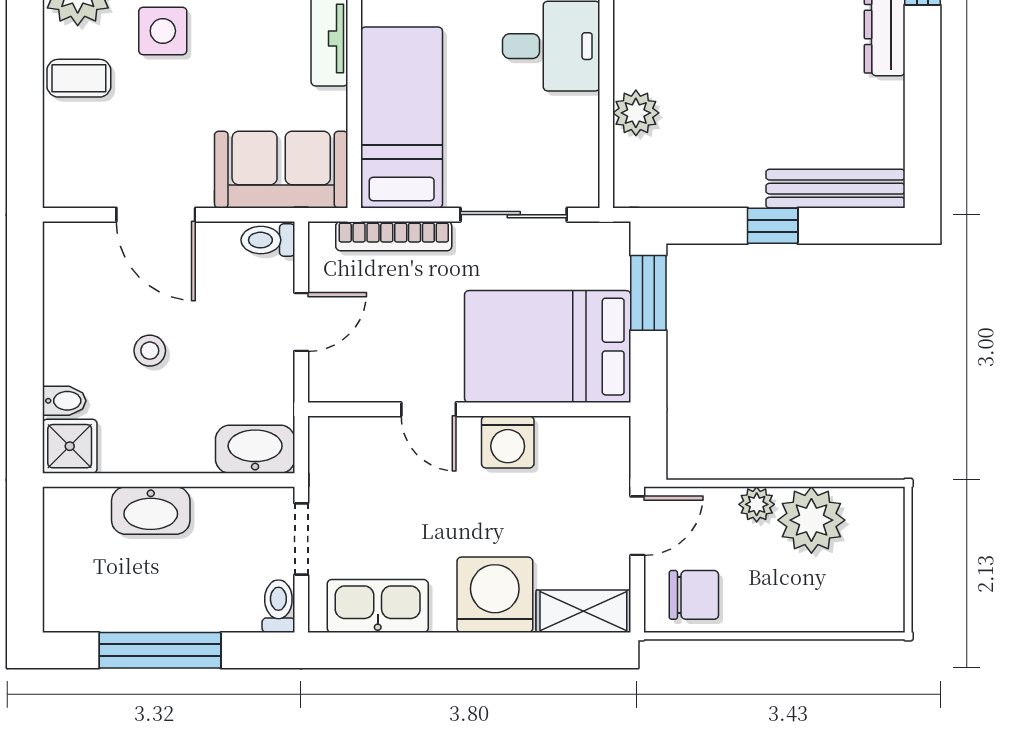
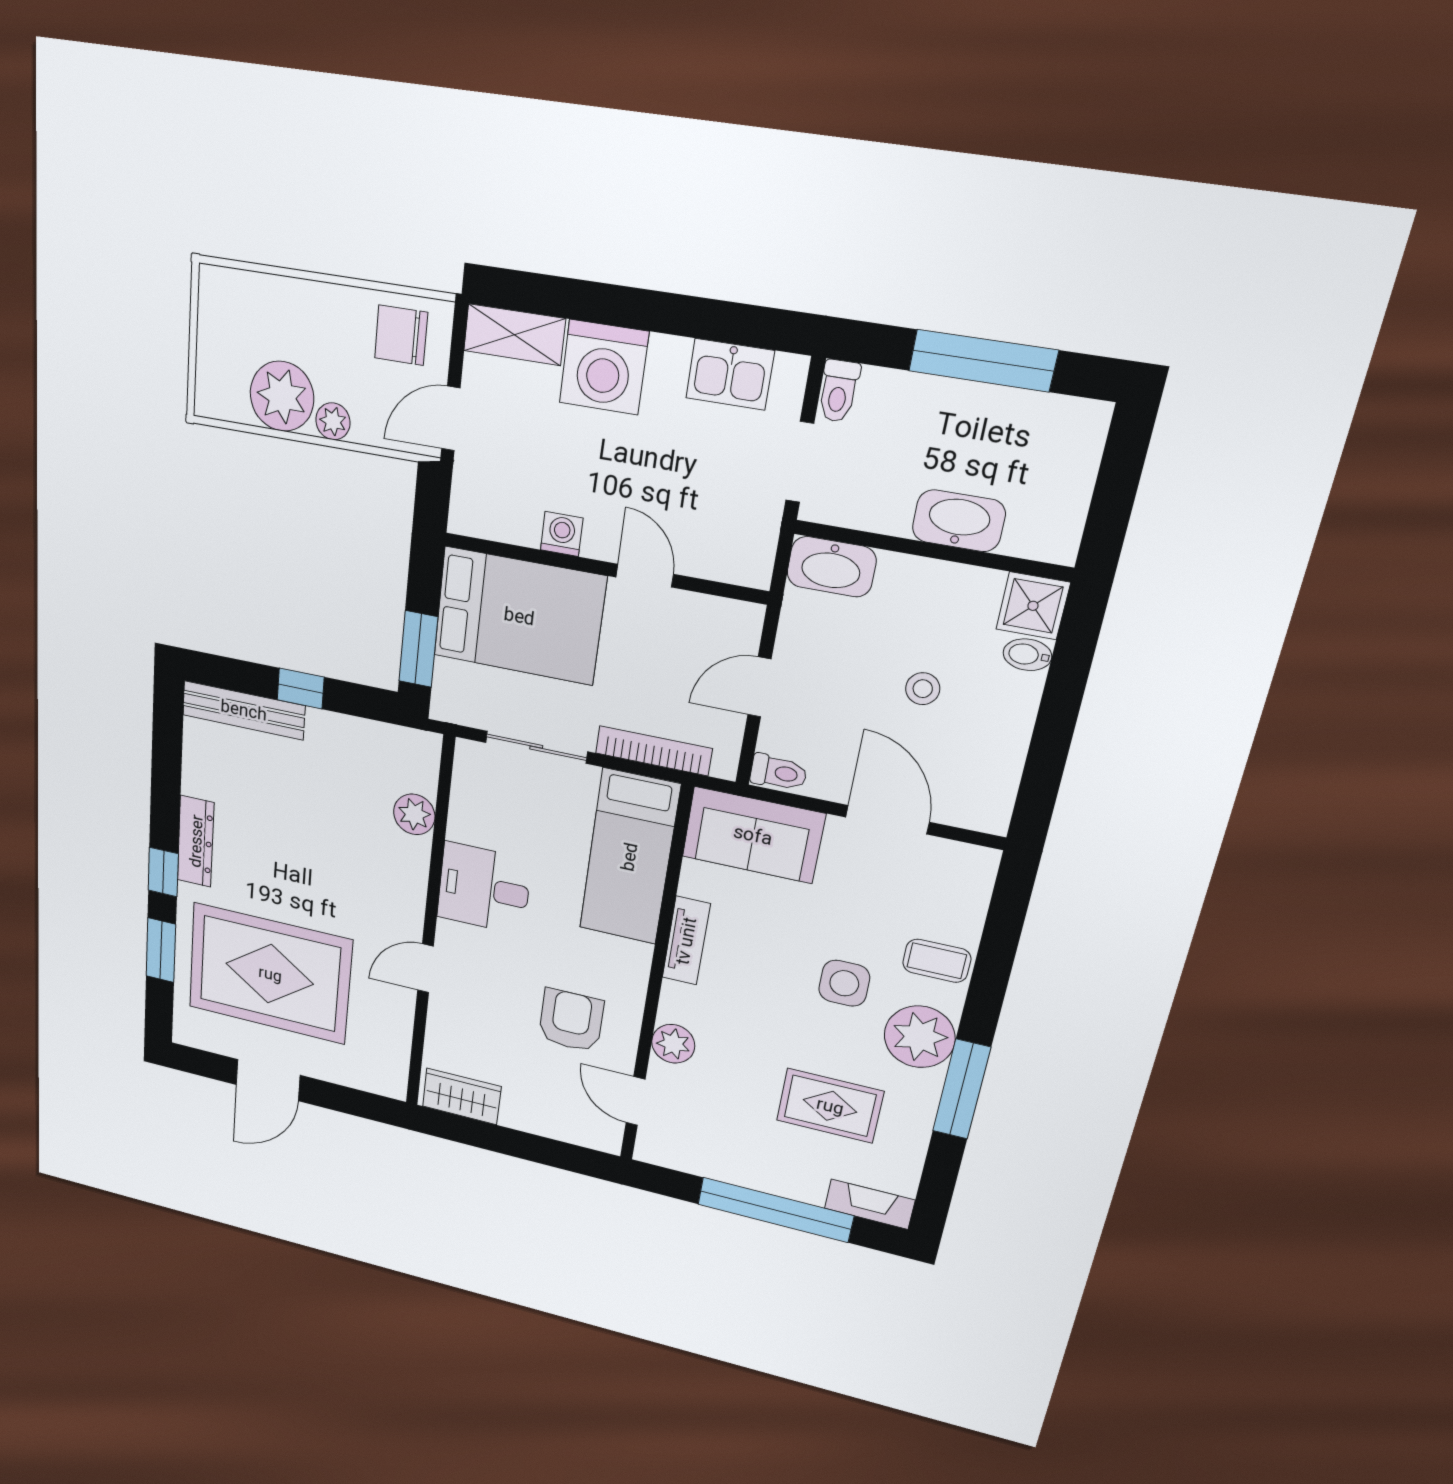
washing machine: (508, 442) -> (562, 534), width x0.73, depth x0.73
kitchen sink: (378, 606) -> (730, 374), width x0.73

